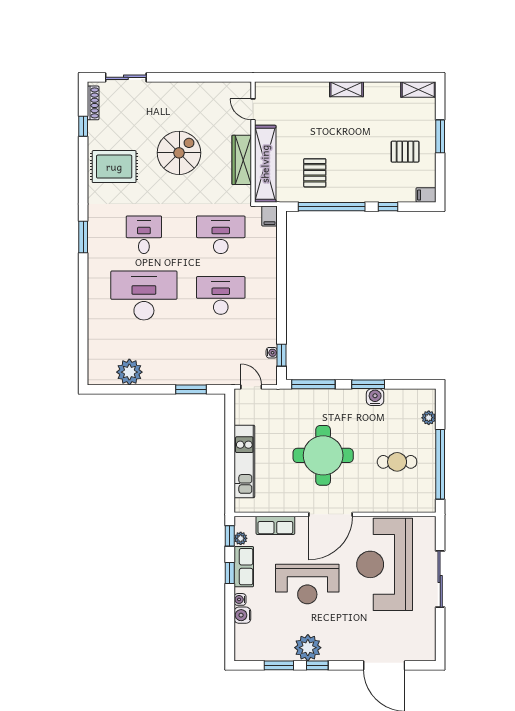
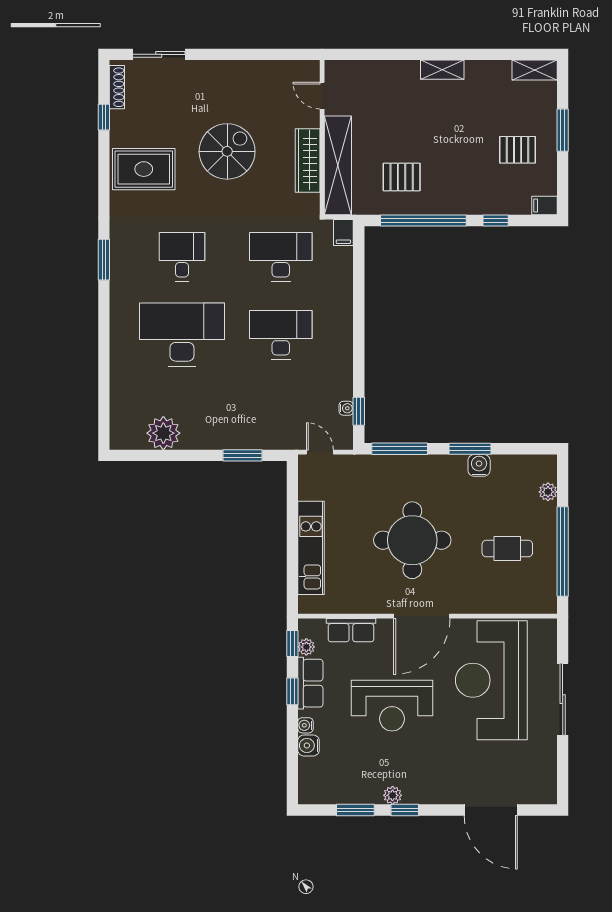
pallet: (315, 173) -> (402, 177), turned 90
plant: (308, 648) -> (393, 795), width x0.53, depth x0.53

